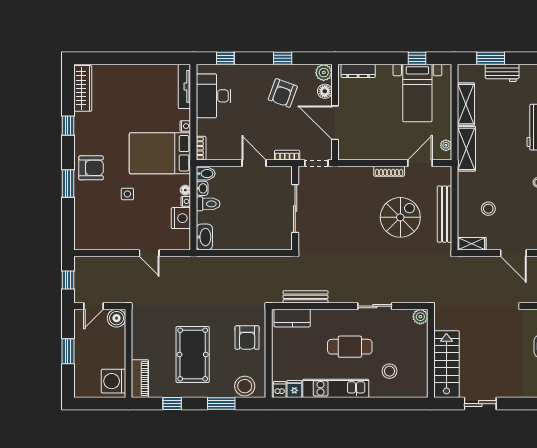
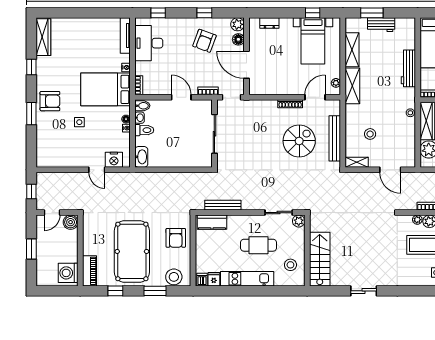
dresser: (358, 71) -> (269, 23), width x0.70
nightstand: (181, 218) -> (114, 160), moved, turned 90
plant: (420, 317) -> (299, 221), moved
wall: (431, 353) -> (307, 251), moved
pool table: (193, 354) -> (132, 251), width x1.36, depth x1.32
stairs: (446, 364) -> (320, 259), moved

